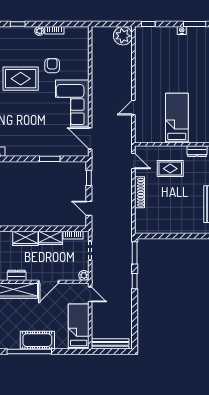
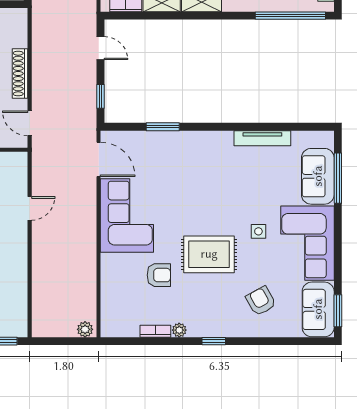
plant: (123, 36) -> (85, 329), moved, width x0.53, depth x0.53
armchair: (52, 66) -> (159, 275), turned -90

